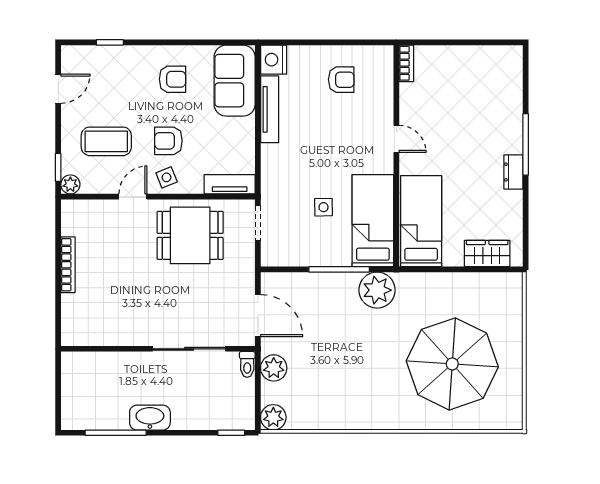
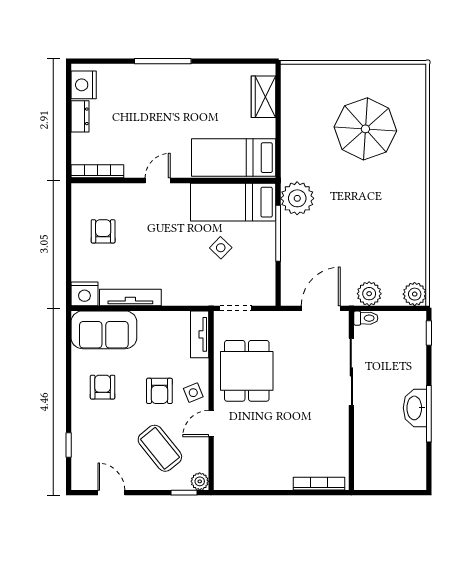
nightstand: (500, 59) -> (84, 85), added
bookcase: (406, 63) -> (97, 171), width x1.56
coffee table: (106, 141) -> (160, 448), turned -39
dresser: (513, 172) -> (80, 116), moved, turned -90
door: (133, 197) -> (211, 424), hinge flipped
side table: (323, 207) -> (221, 248), turned 45
bookcase: (68, 265) -> (319, 484), moved
parasol: (452, 364) -> (365, 129), width x0.73, depth x0.73
window: (116, 433) -> (429, 414), moved

